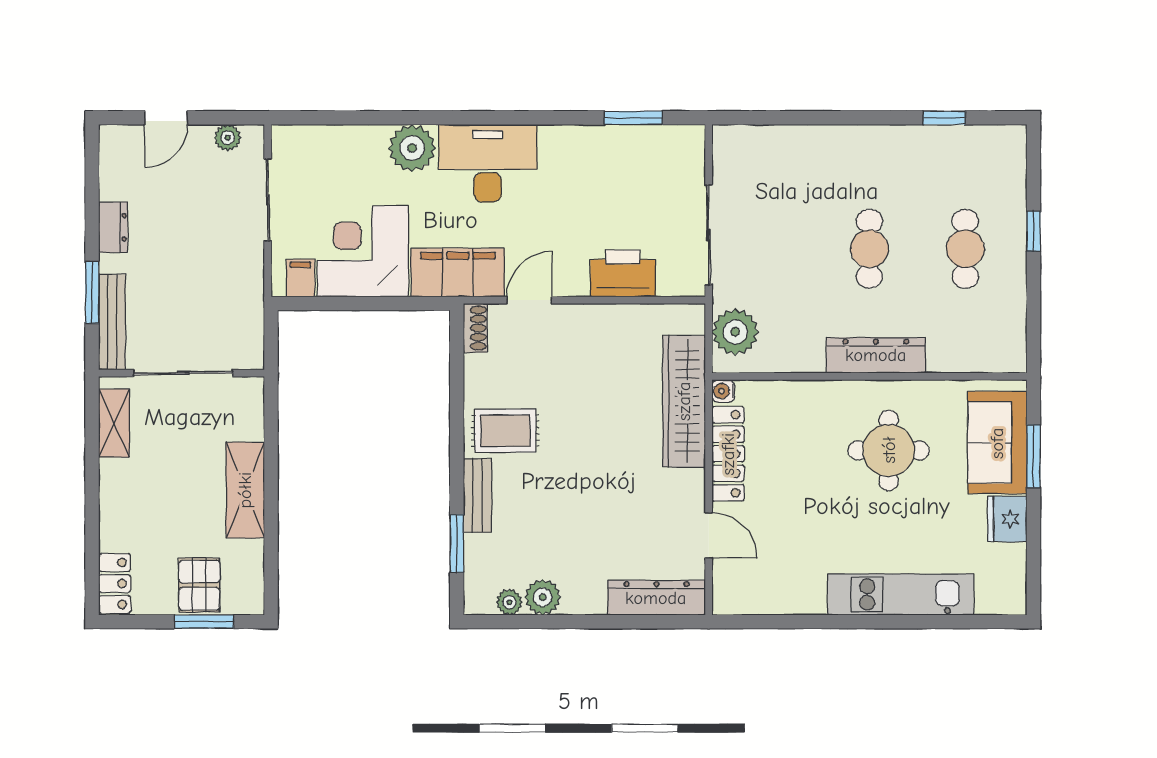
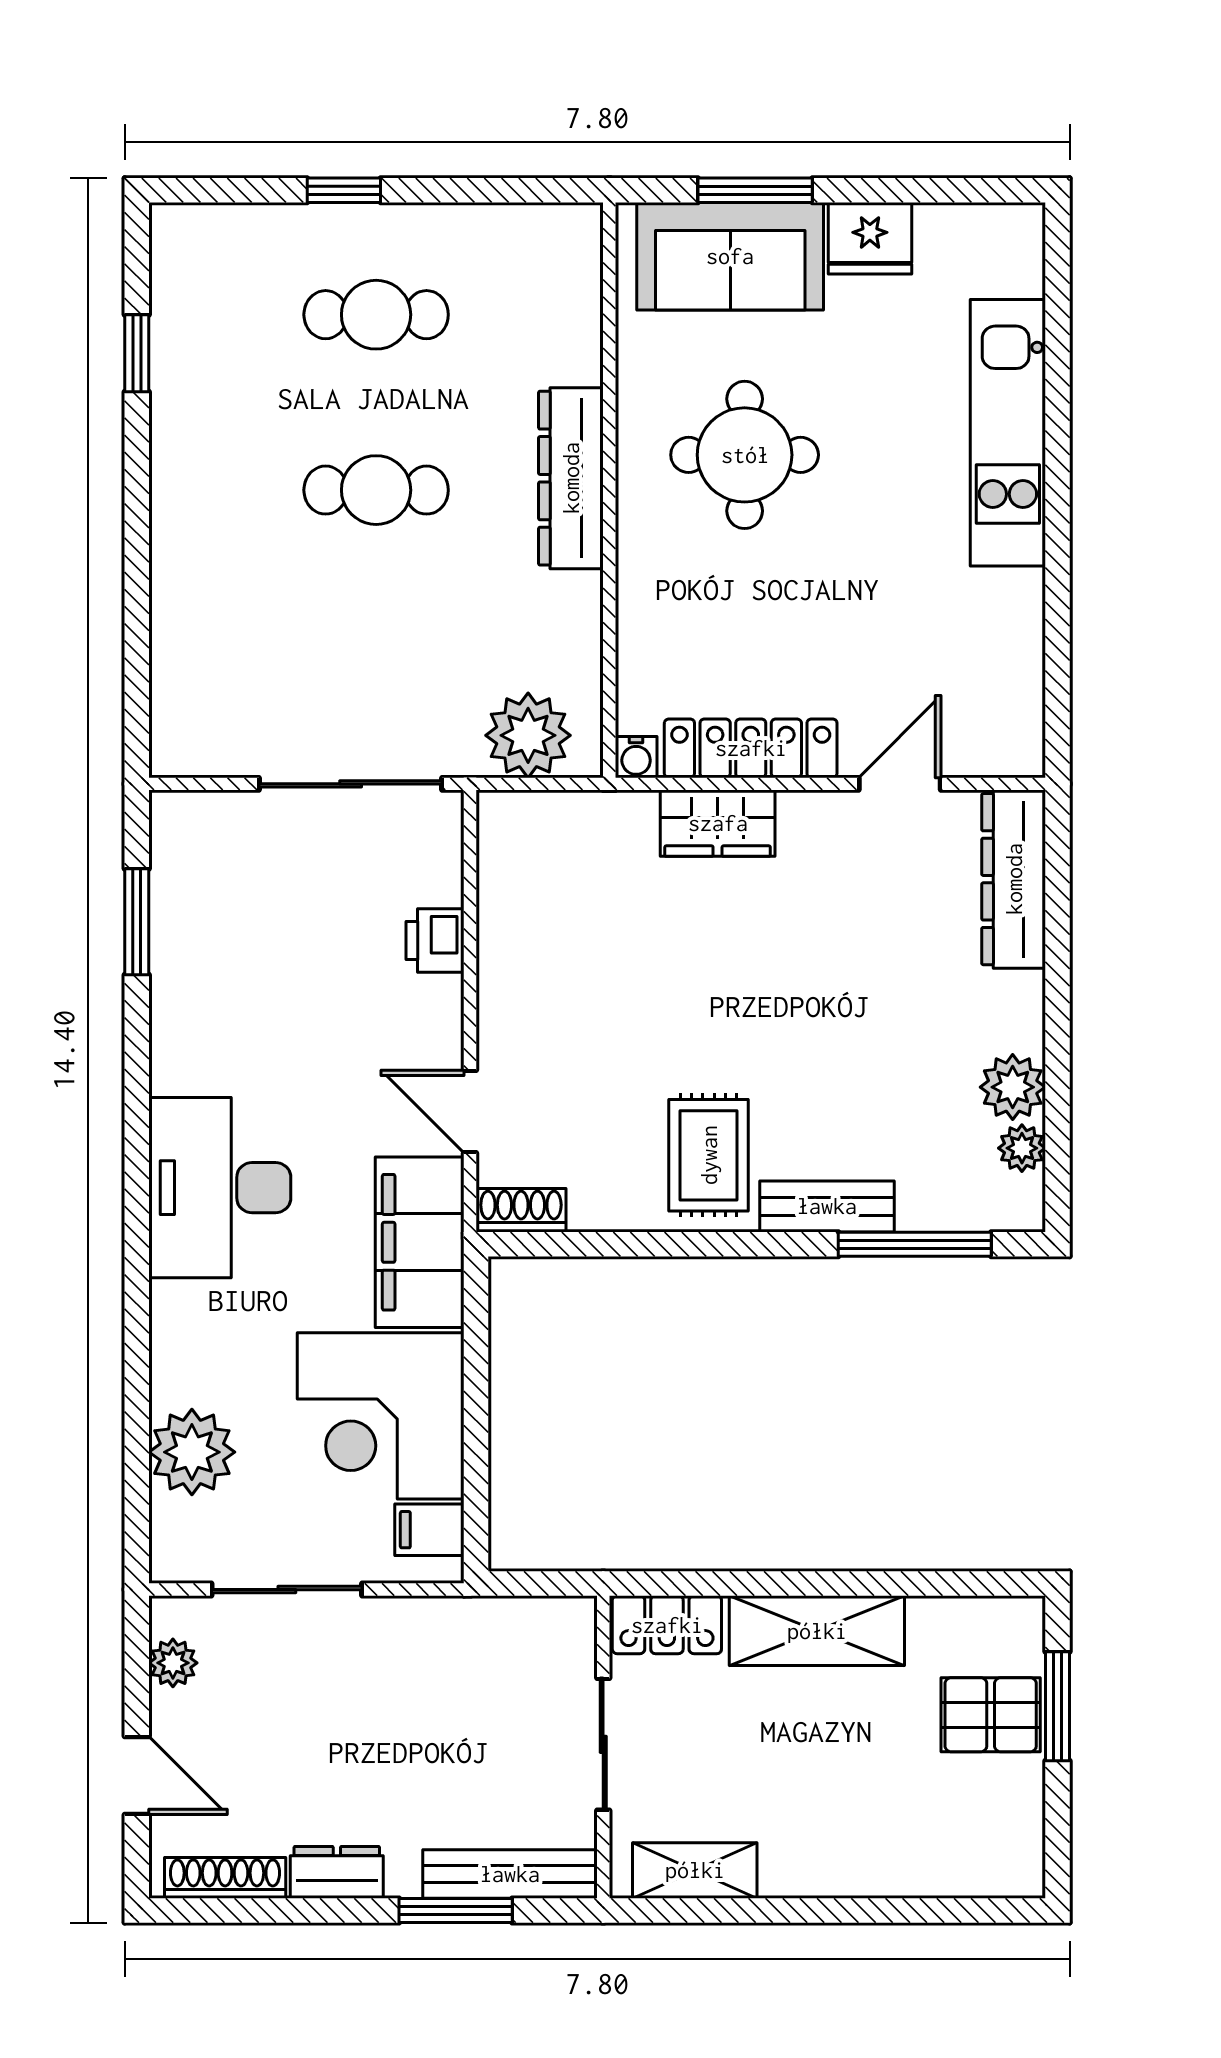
plant: (412, 148) -> (192, 1452), moved
shoe rack: (110, 166) -> (225, 1878), added
printer: (623, 273) -> (435, 940), width x0.53, depth x0.68
sliding door: (183, 373) -> (603, 1744), width x0.73
wardrobe: (684, 401) -> (718, 823), width x0.48, depth x0.85
window: (457, 544) -> (915, 1244), width x1.44
locker: (115, 584) -> (667, 1625), moved, turned 180

